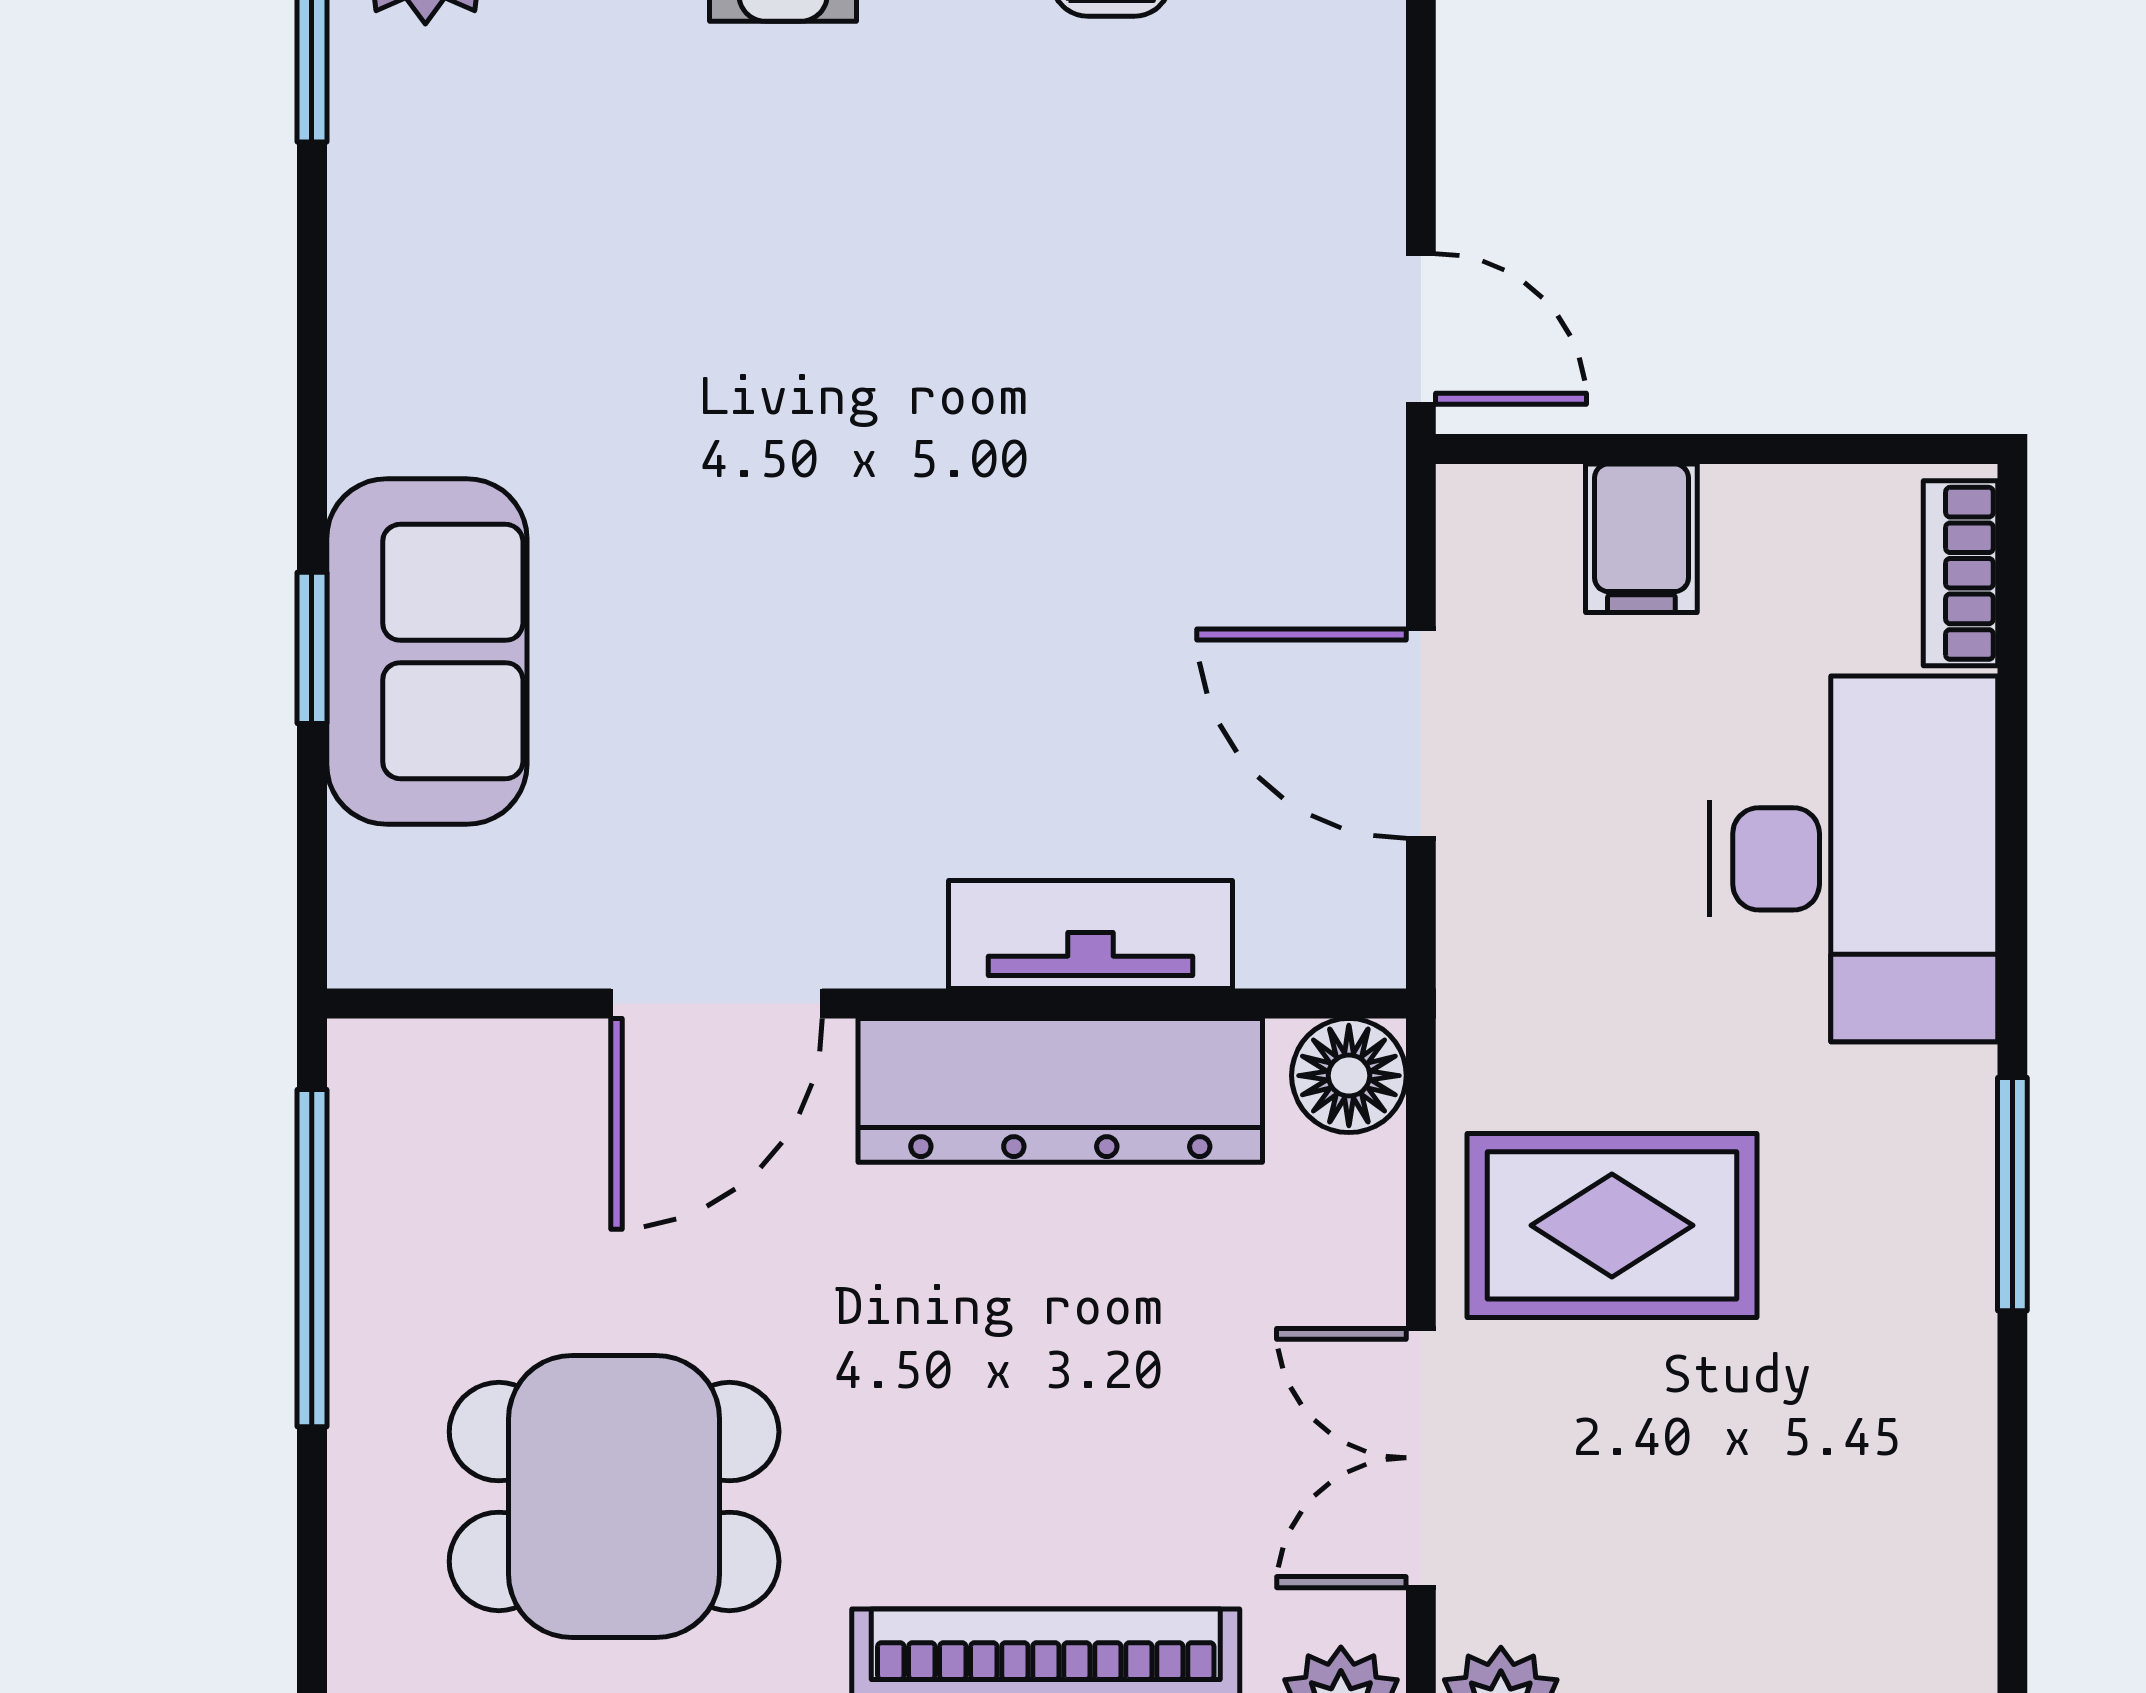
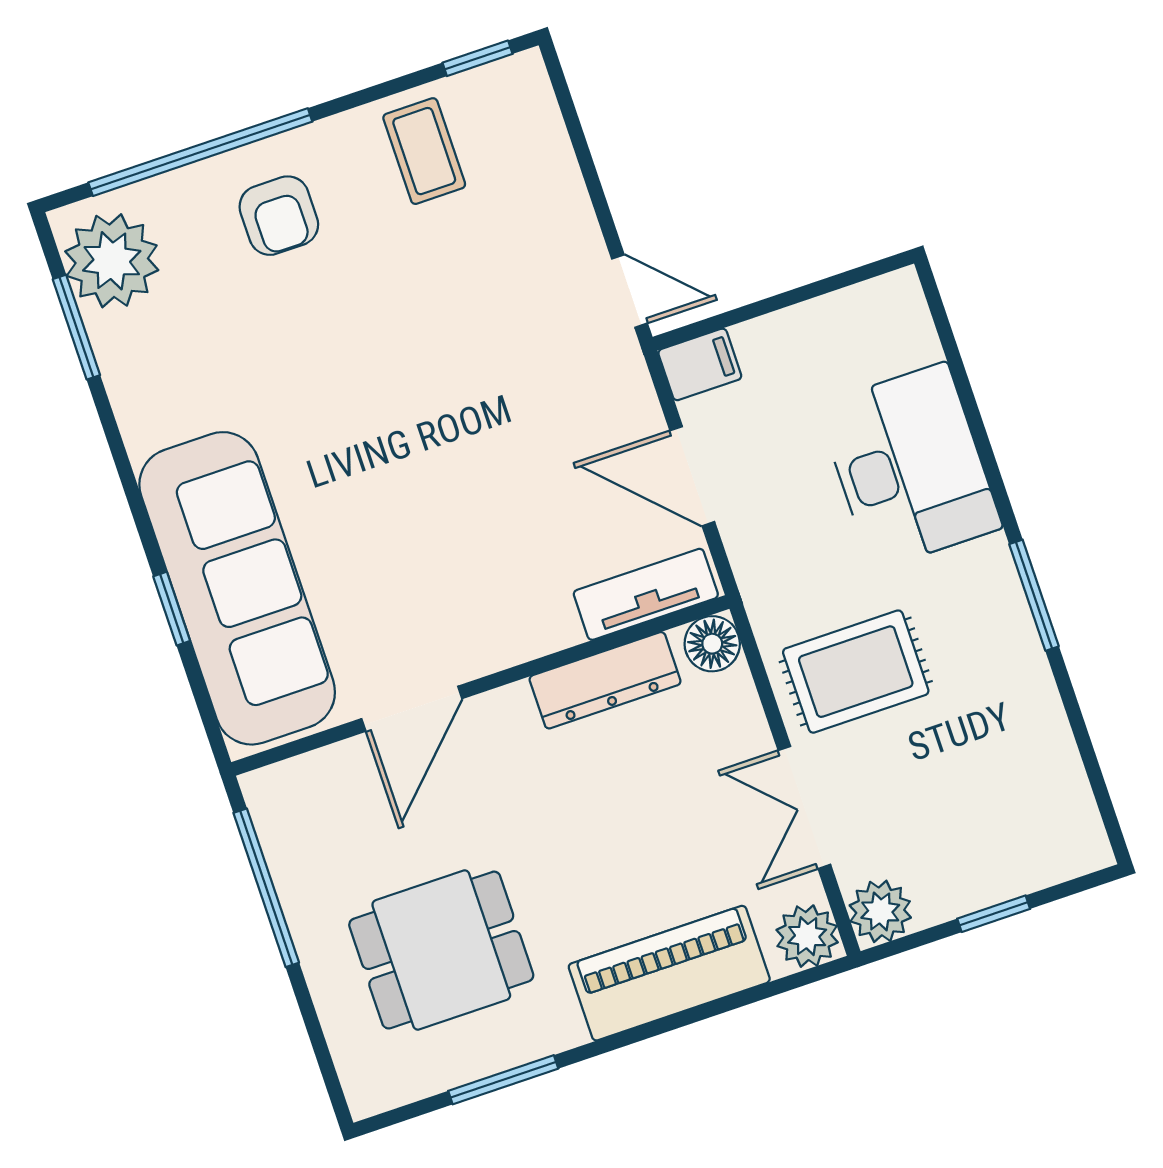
filing cabinet: (1641, 538) -> (700, 364), moved, turned -90
bookcase: (1961, 573) -> (914, 319), removed
sofa: (427, 651) -> (237, 588), width x1.85, depth x1.27
tv unit: (1090, 935) -> (646, 594), moved
dresser: (1060, 1090) -> (605, 680), width x0.73, depth x0.80

